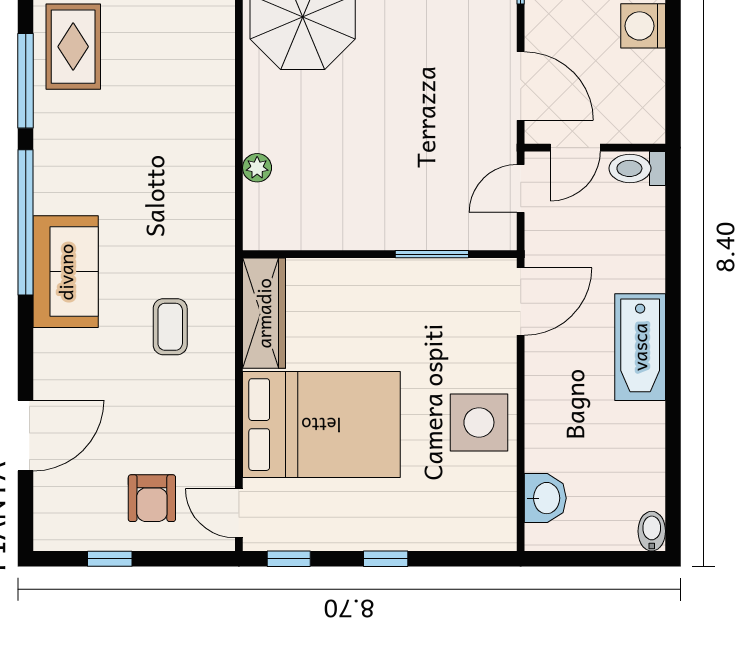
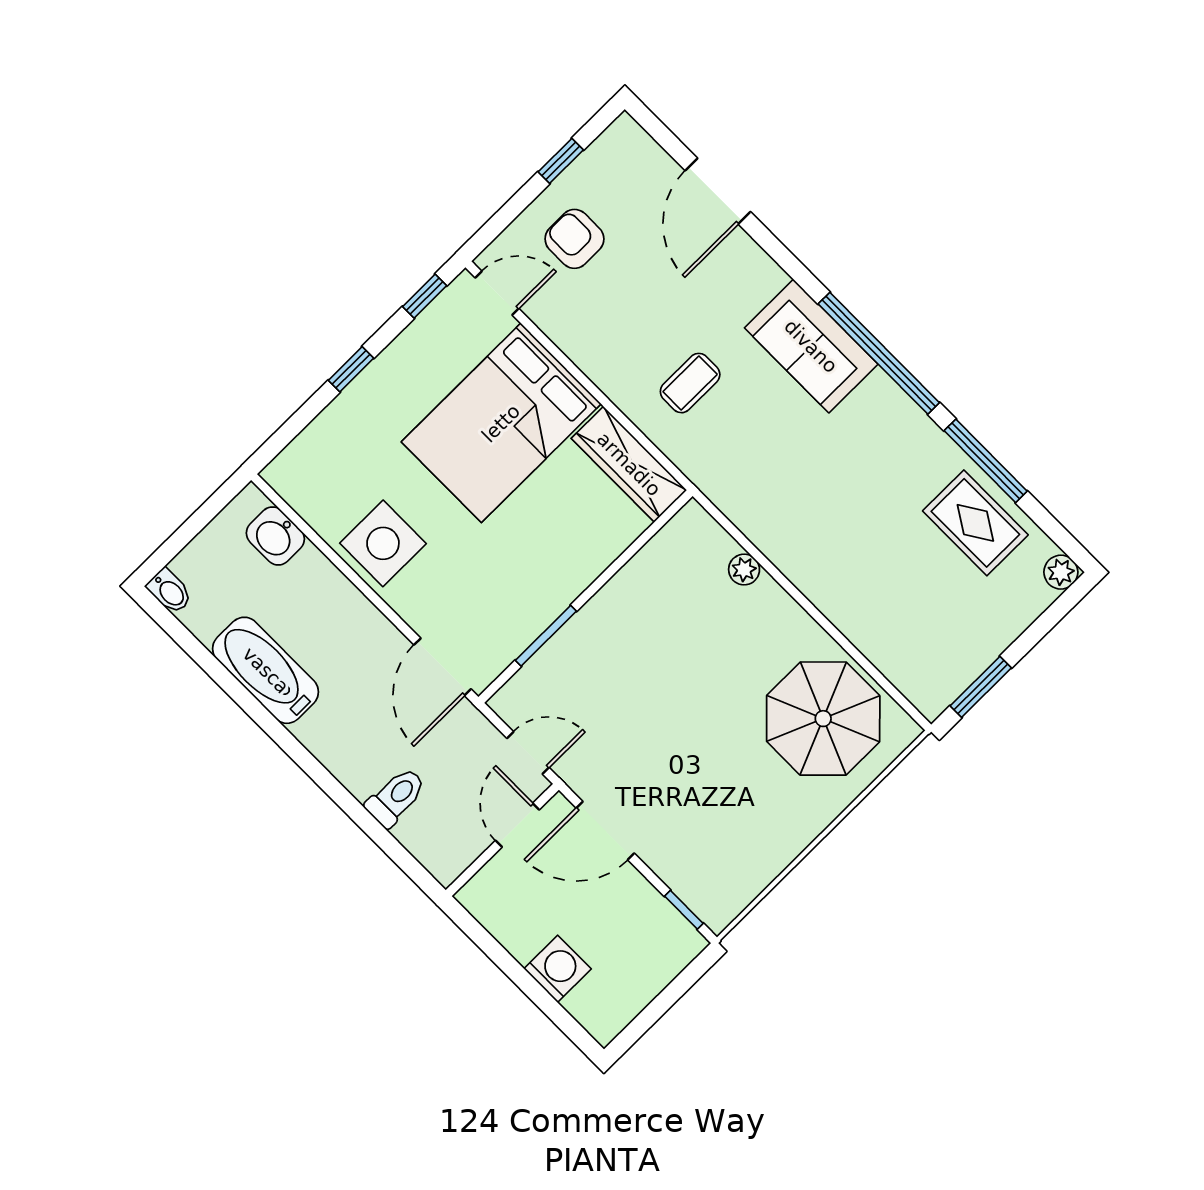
toilet: (637, 168) -> (396, 797), moved
door: (521, 188) -> (528, 753), hinge flipped
coffee table: (170, 327) -> (690, 383), turned 90
bathtub: (640, 347) -> (266, 670), moved

